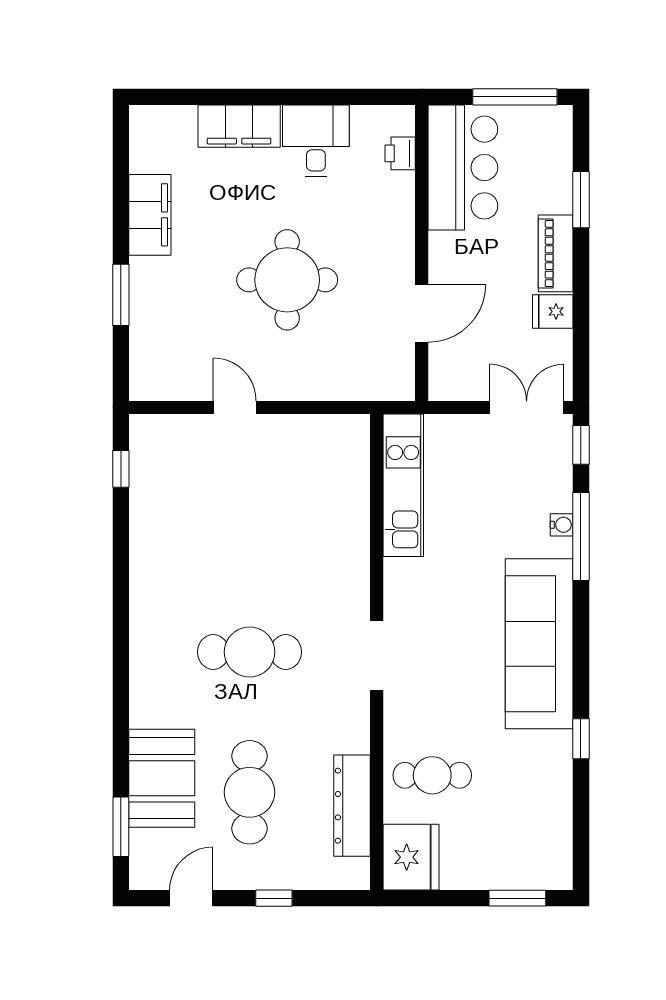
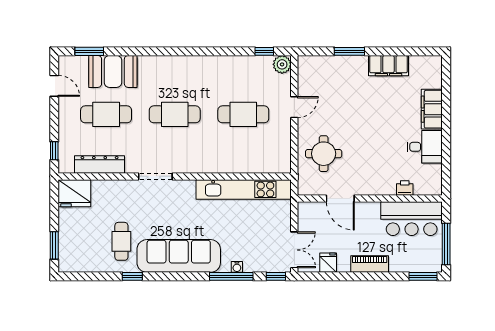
printer: (400, 153) -> (405, 188), moved
window: (581, 200) -> (423, 276), moved
round table: (287, 280) -> (324, 154), moved, width x0.73, depth x0.73
fridge: (553, 311) -> (328, 263), moved
plant: (147, 432) -> (282, 64), added
kitchen unit: (403, 485) -> (244, 189), width x1.36
cafe table: (250, 512) -> (243, 114), added
cafe table: (250, 652) -> (175, 114), turned 90
doorway: (377, 655) -> (155, 176), moved
cafe table: (432, 775) -> (121, 241), moved
window: (274, 898) -> (54, 151), moved

